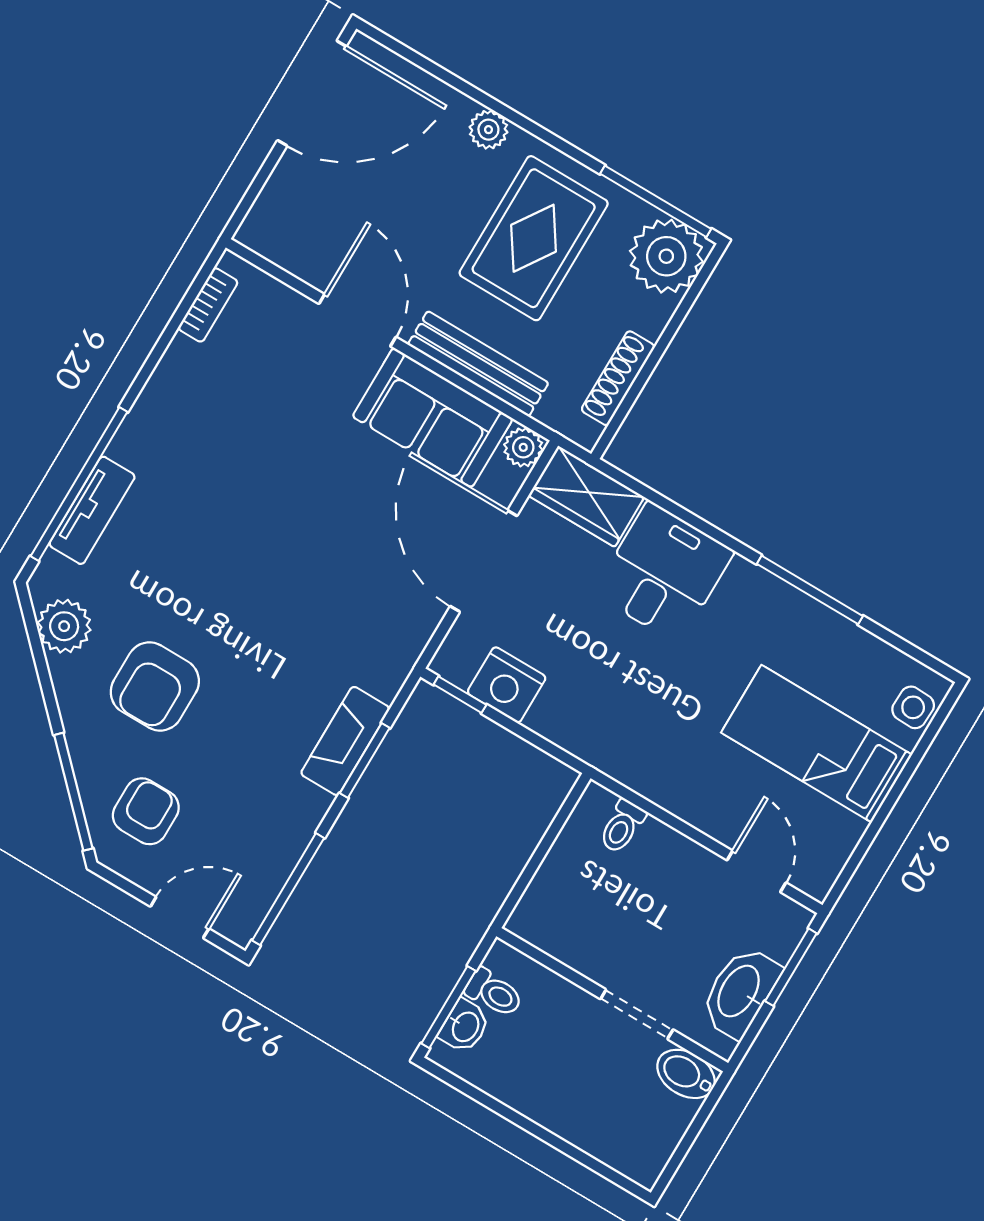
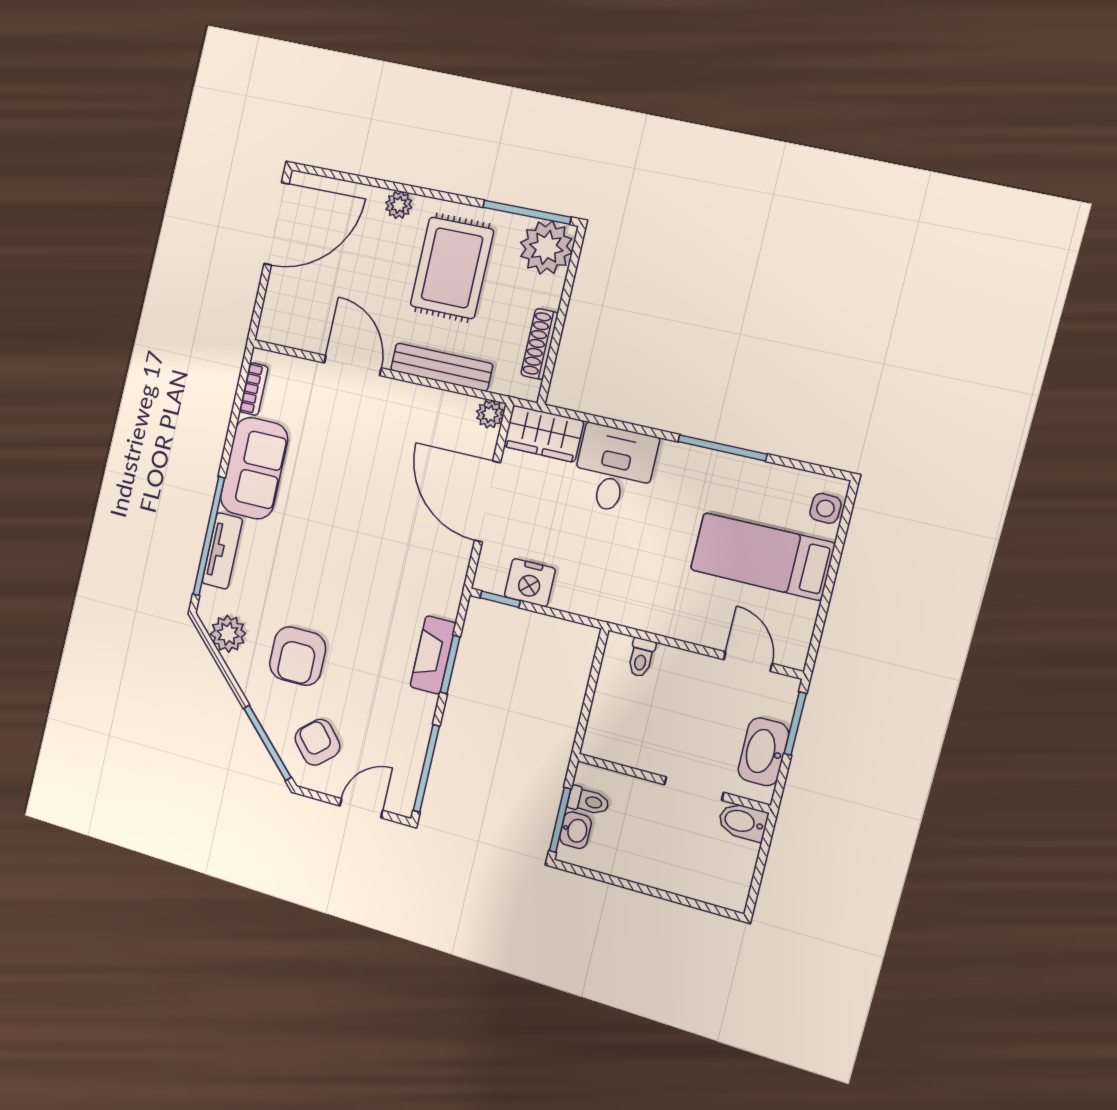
sofa: (433, 418) -> (254, 468), moved, turned -90
armchair: (146, 811) -> (317, 742), turned -42

